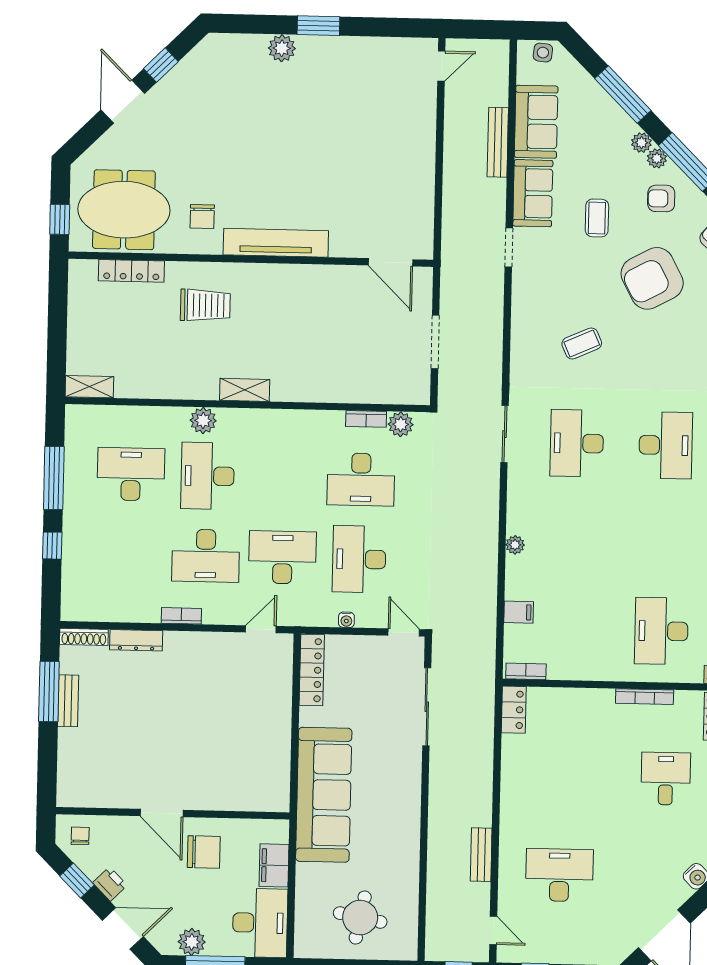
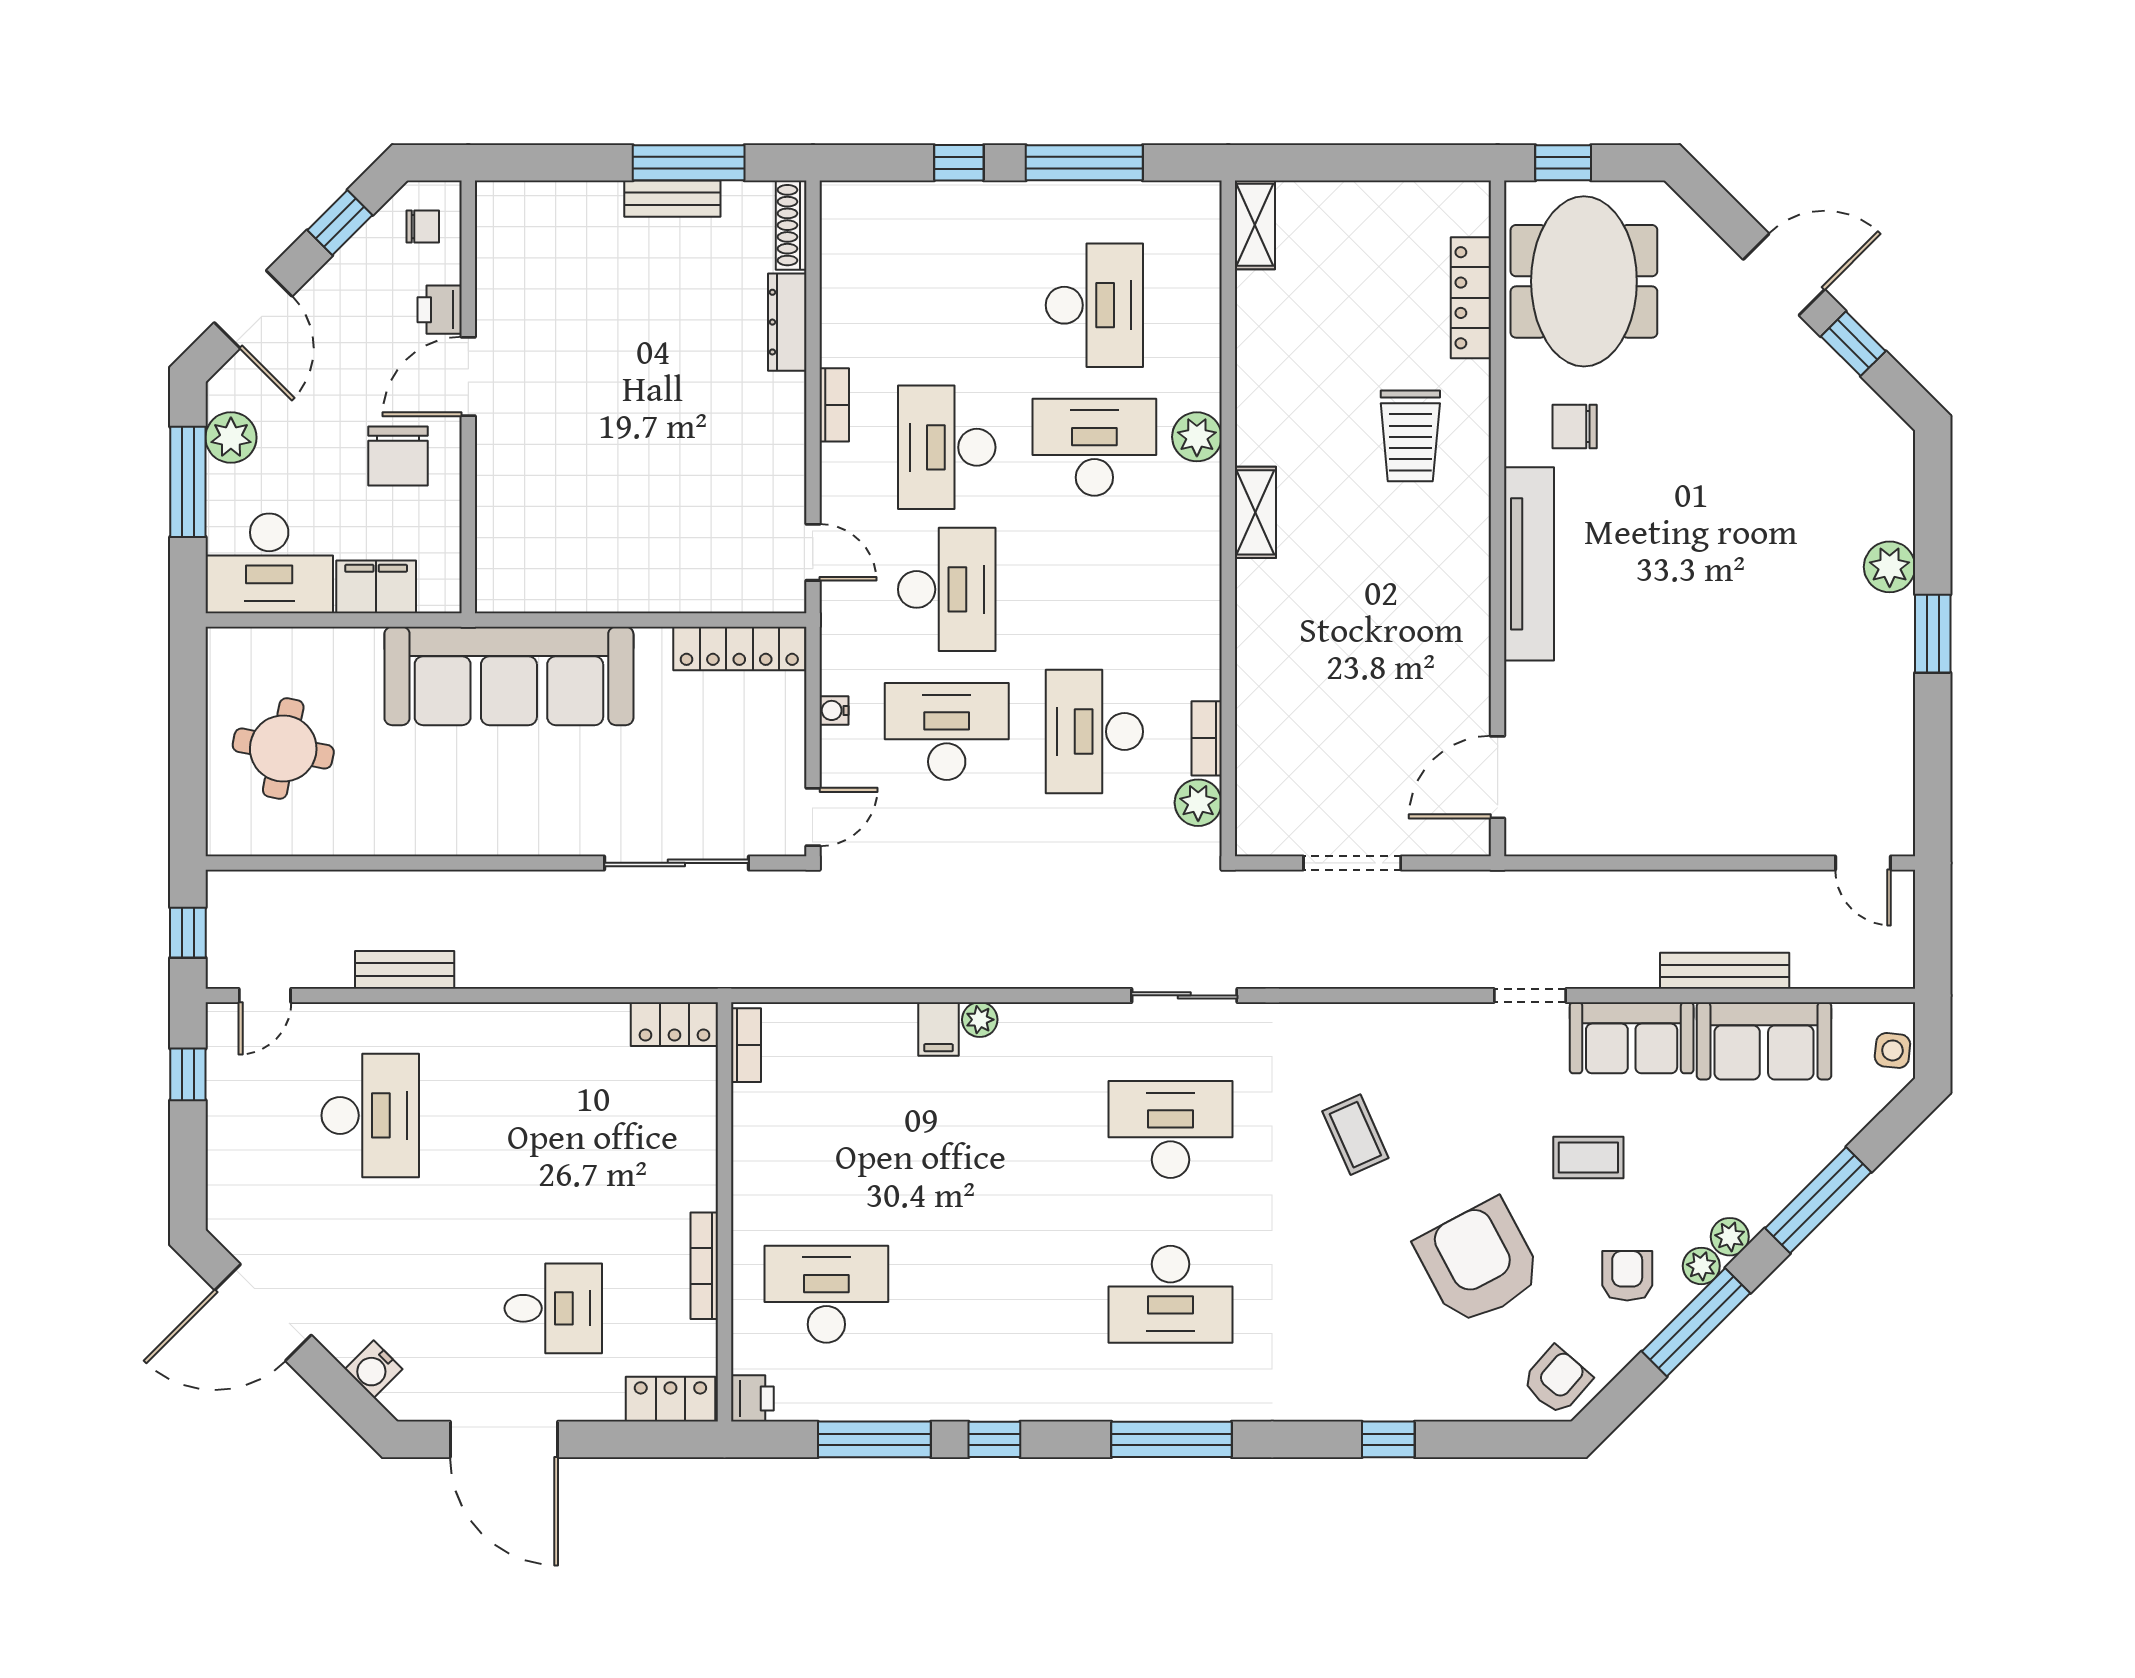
filing cabinet: (519, 612) -> (939, 1029), moved
printer: (110, 884) -> (440, 310), moved, turned 135

